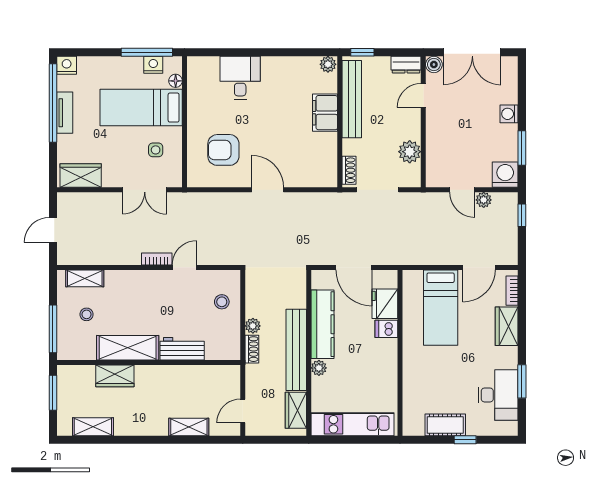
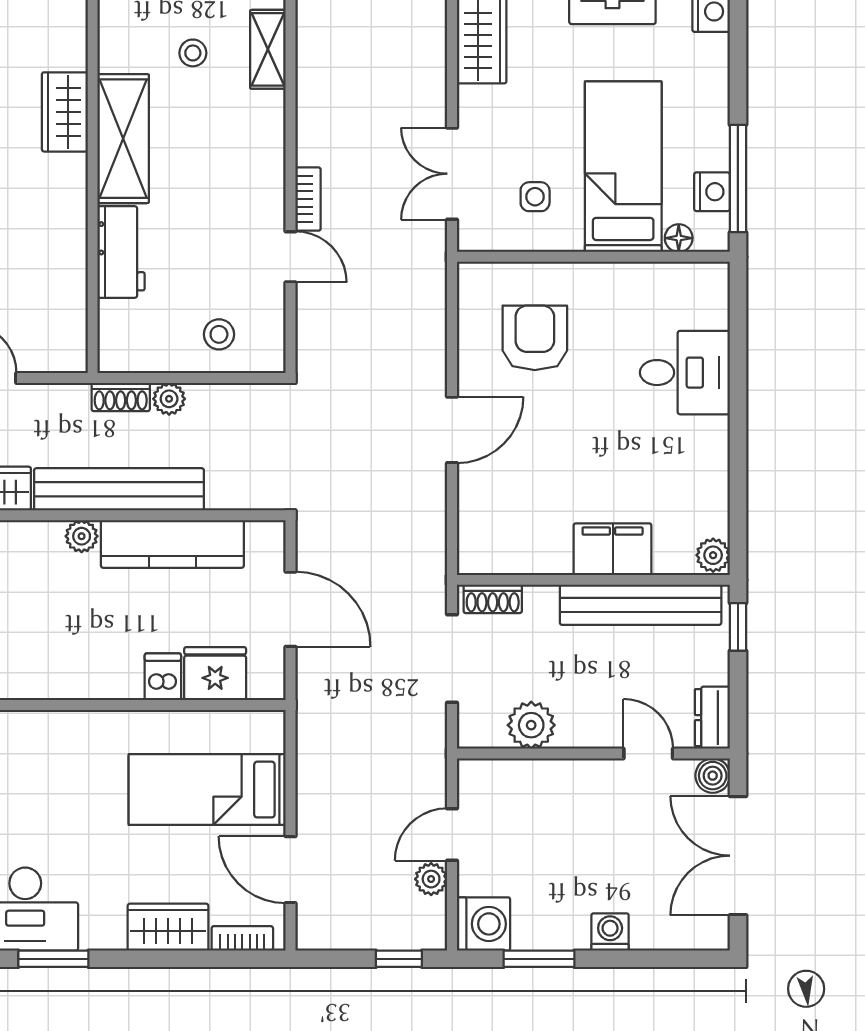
door: (354, 267) -> (290, 609), swing flipped

